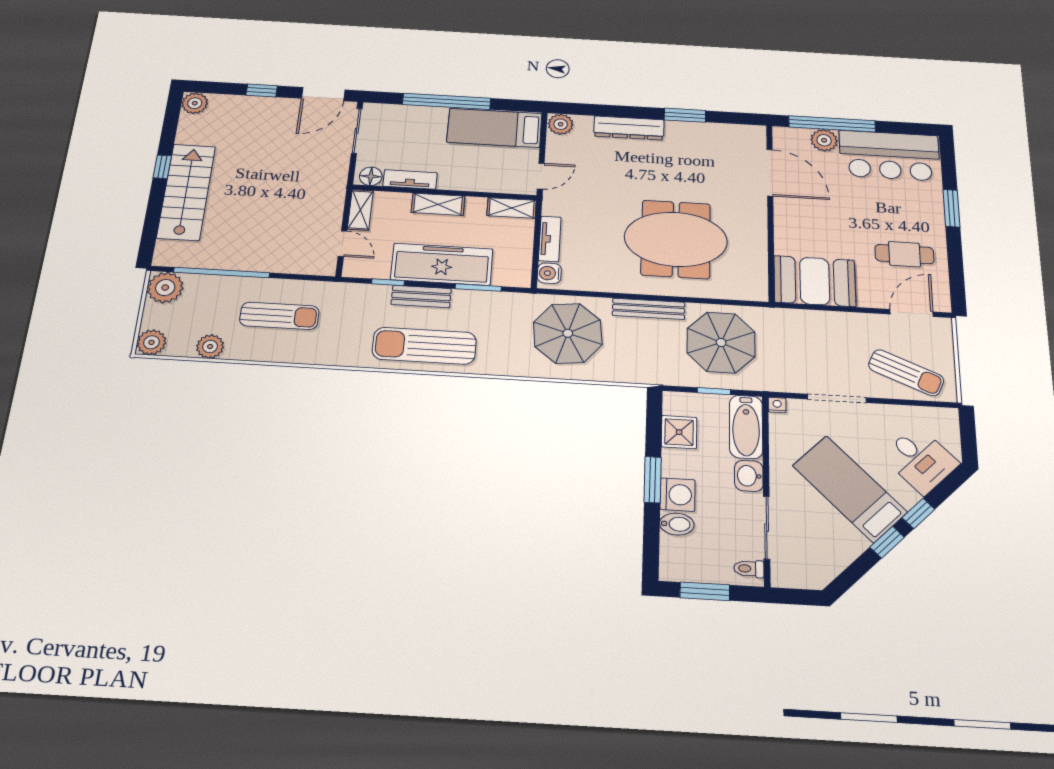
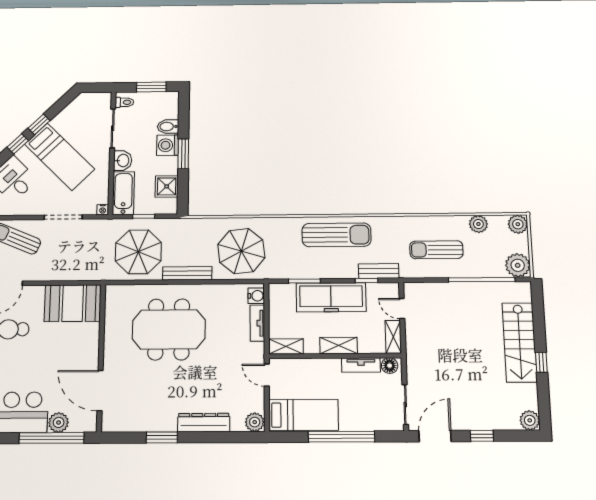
door: (541, 176) -> (267, 375), hinge flipped
bench: (421, 297) -> (379, 271), moved

